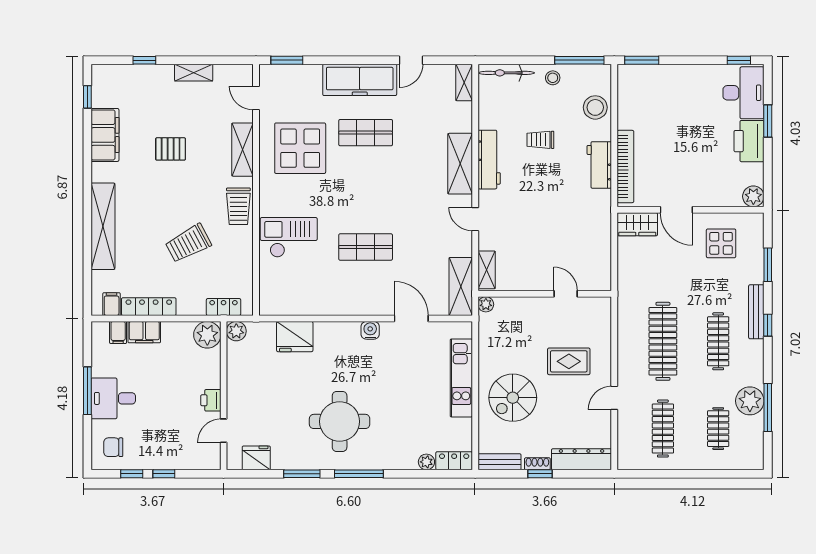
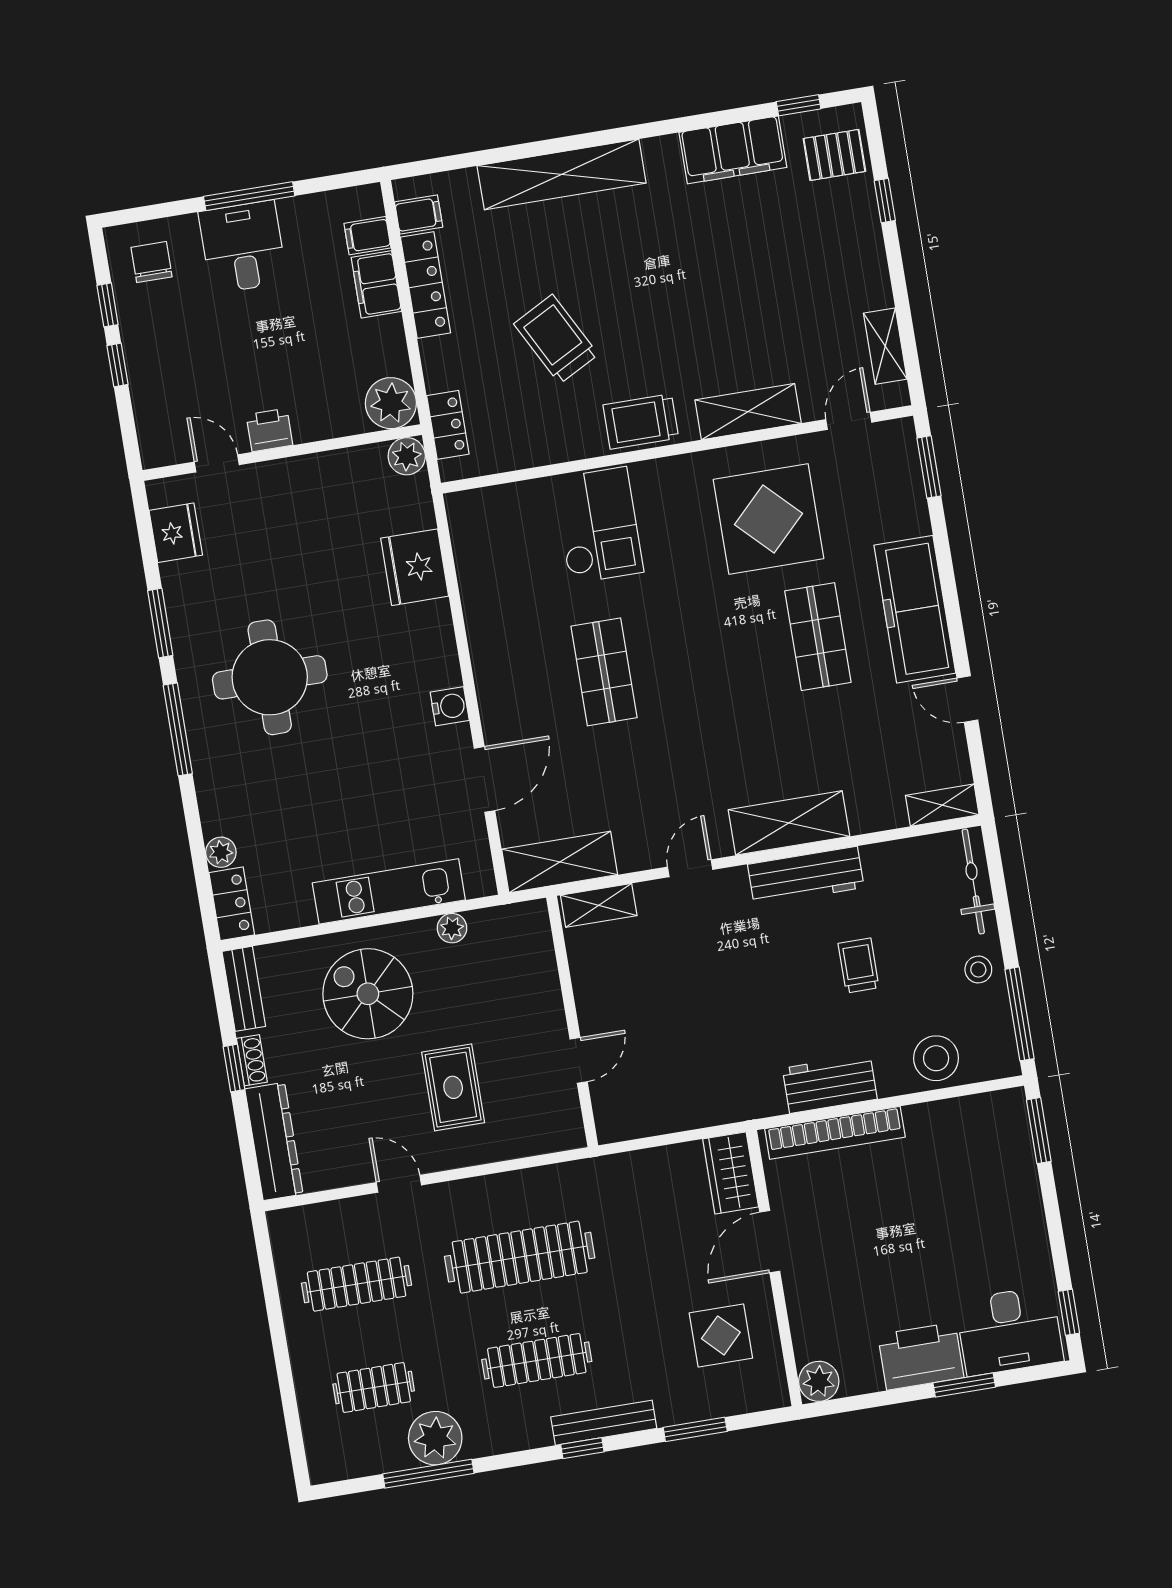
shelving: (194, 73) -> (885, 346), moved
pallet: (171, 149) -> (834, 155), moved, turned 90
plant: (486, 304) -> (452, 928), moved

